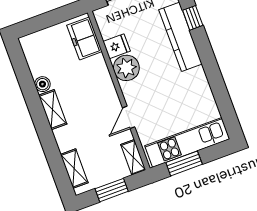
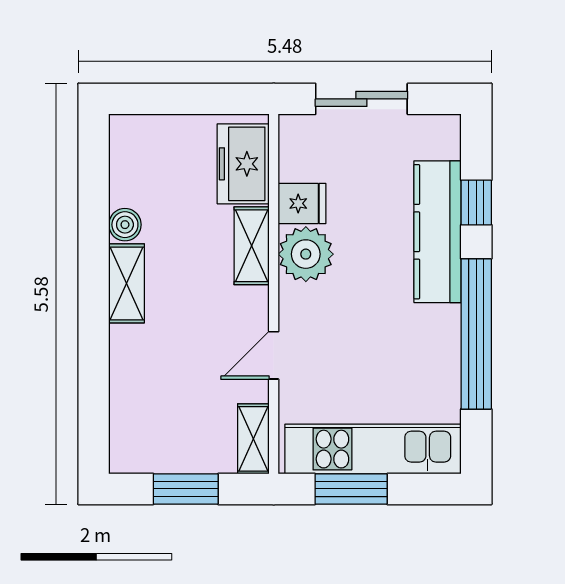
window: (214, 75) -> (476, 334), added
shelving: (74, 169) -> (252, 246), moved

